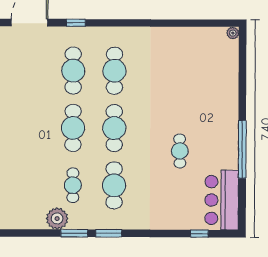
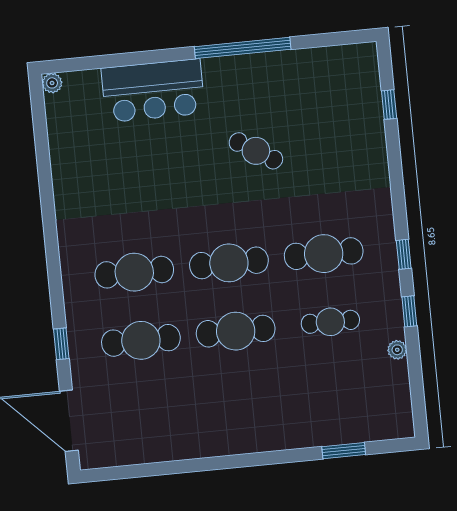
cafe table: (180, 151) -> (256, 151), turned 33
bar counter: (222, 200) -> (153, 91), moved
plant: (57, 219) -> (397, 350), width x0.53, depth x0.53
window: (74, 233) -> (409, 311), width x0.67
window: (109, 233) -> (404, 254), width x0.67

